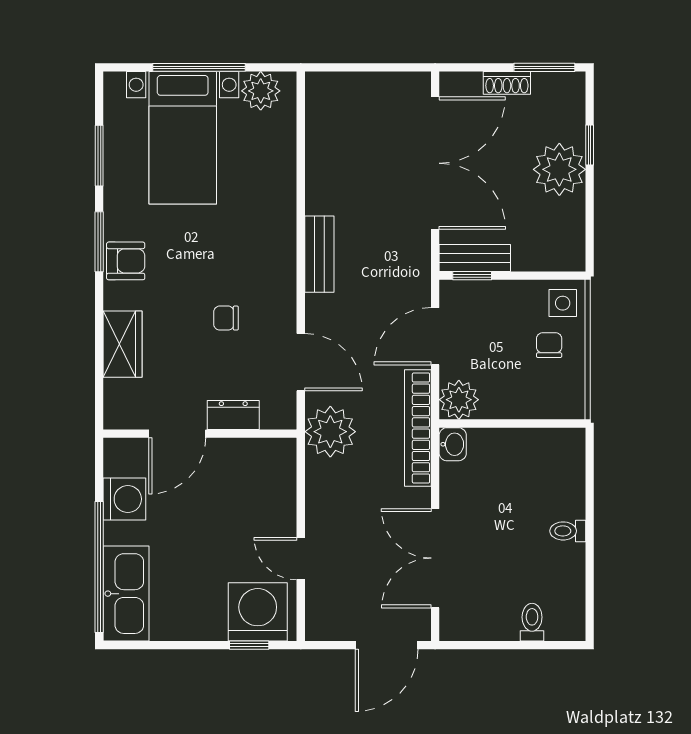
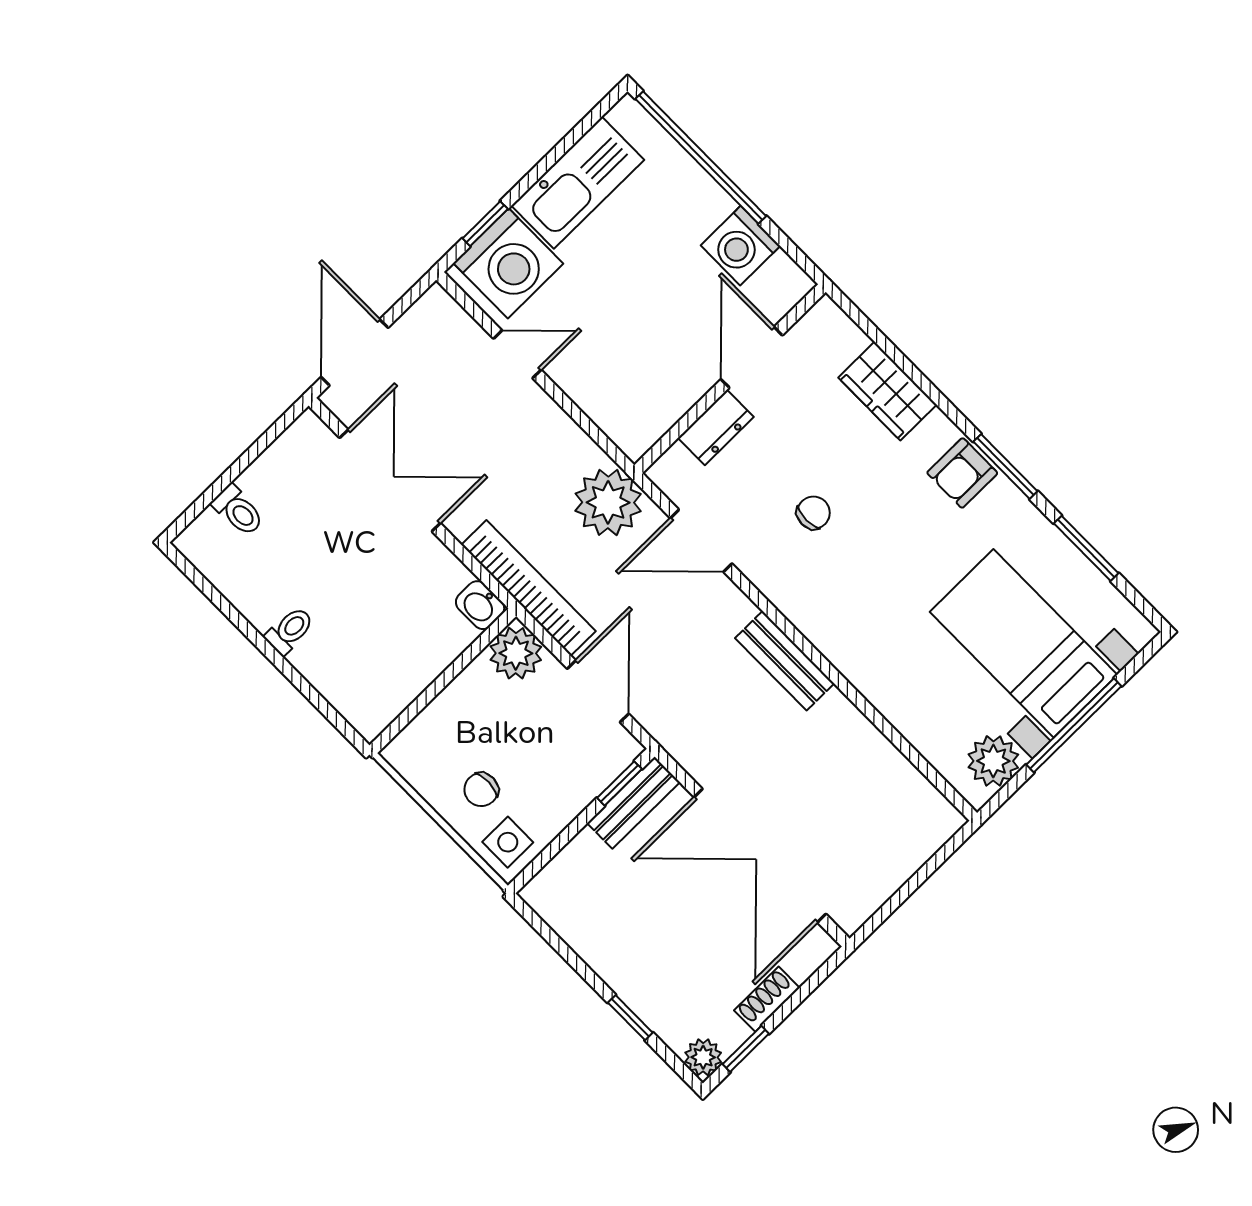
window: (544, 67) -> (746, 1049), width x0.67
plant: (559, 169) -> (703, 1057), moved, width x0.53, depth x0.53
chair: (549, 345) -> (481, 790), turned 92
kitchen sink: (126, 594) -> (578, 183), moved, turned -90

